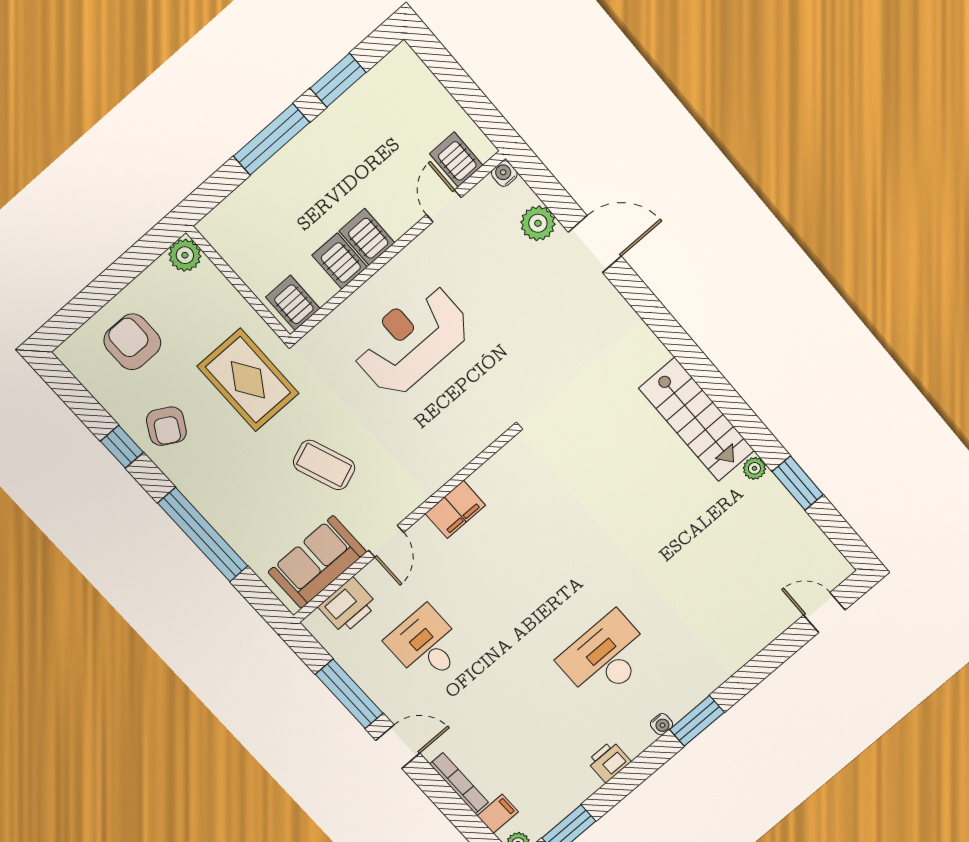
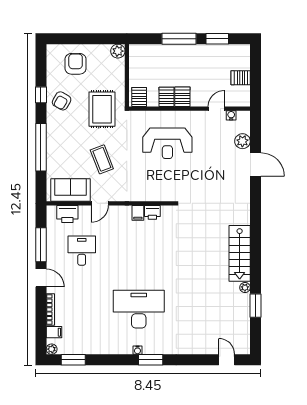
server rack: (456, 160) -> (241, 78), moved, turned -90
water cooler: (504, 174) -> (231, 115), moved
reception desk: (411, 340) -> (167, 143), turned 180
filing cabinet: (455, 510) -> (138, 213), width x0.50
desk: (606, 657) -> (139, 309), width x1.36, depth x1.30
printer: (609, 761) -> (152, 212), moved, turned 180

